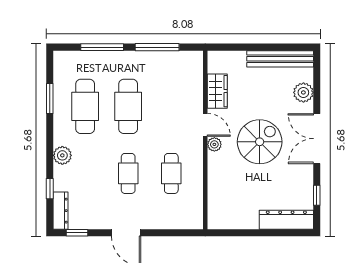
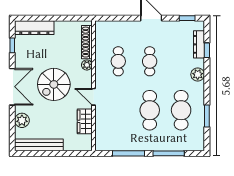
plant: (214, 144) -> (87, 65), moved
shoe rack: (214, 200) -> (87, 42), added
dresser: (60, 211) -> (199, 44), moved

